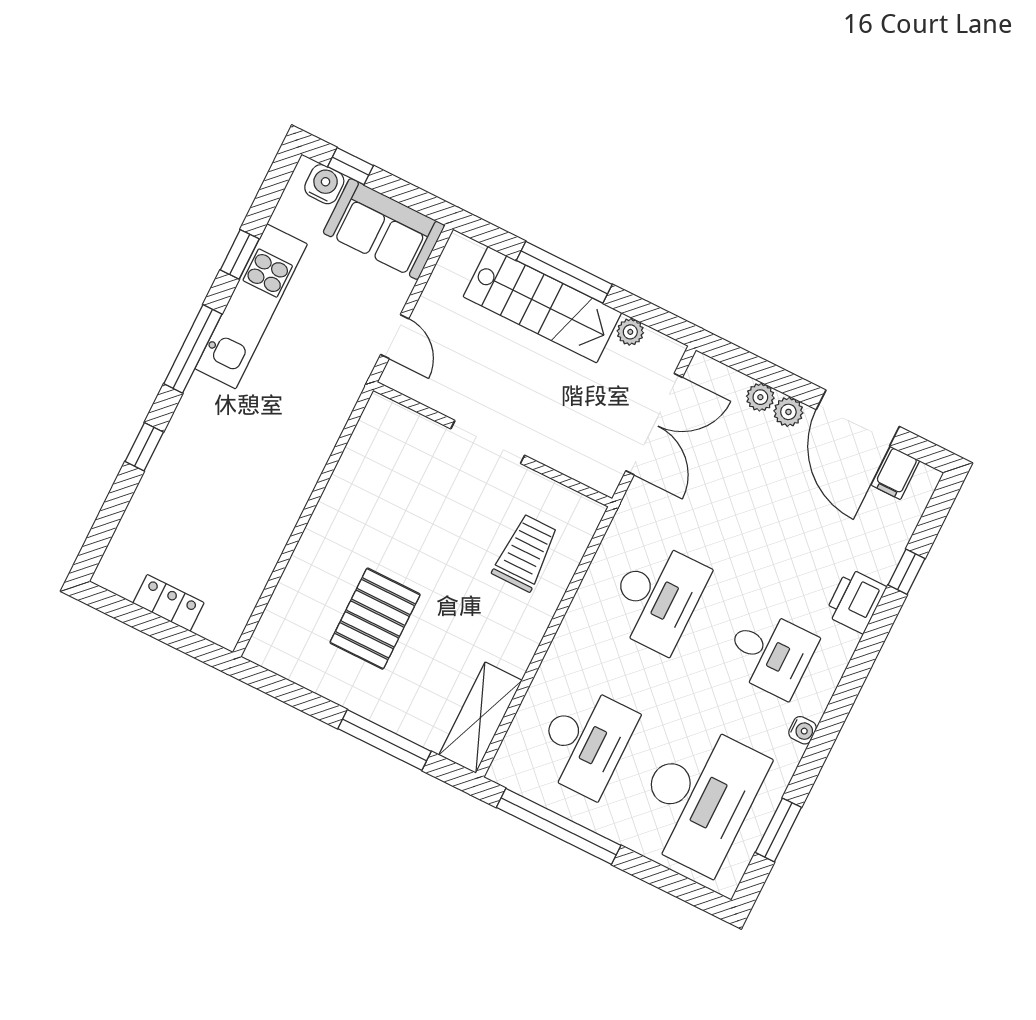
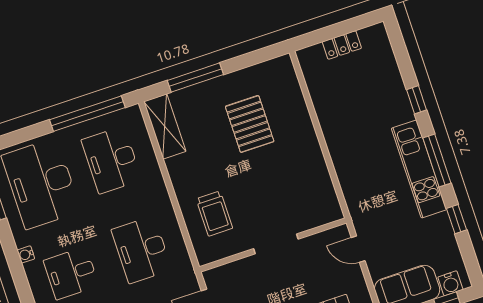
kitchen unit: (251, 306) -> (419, 169), moved

